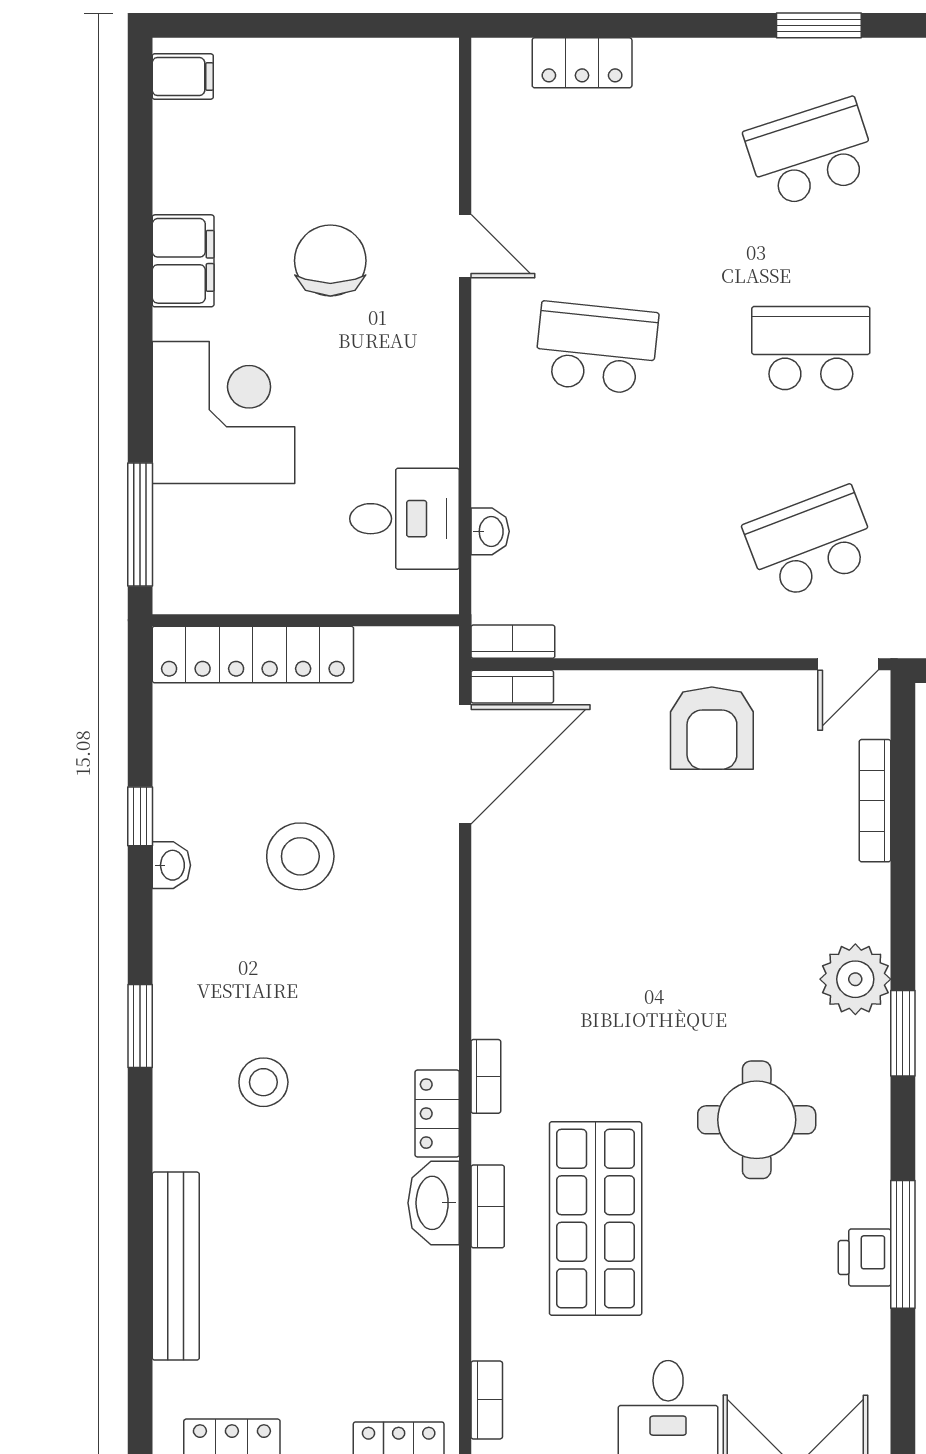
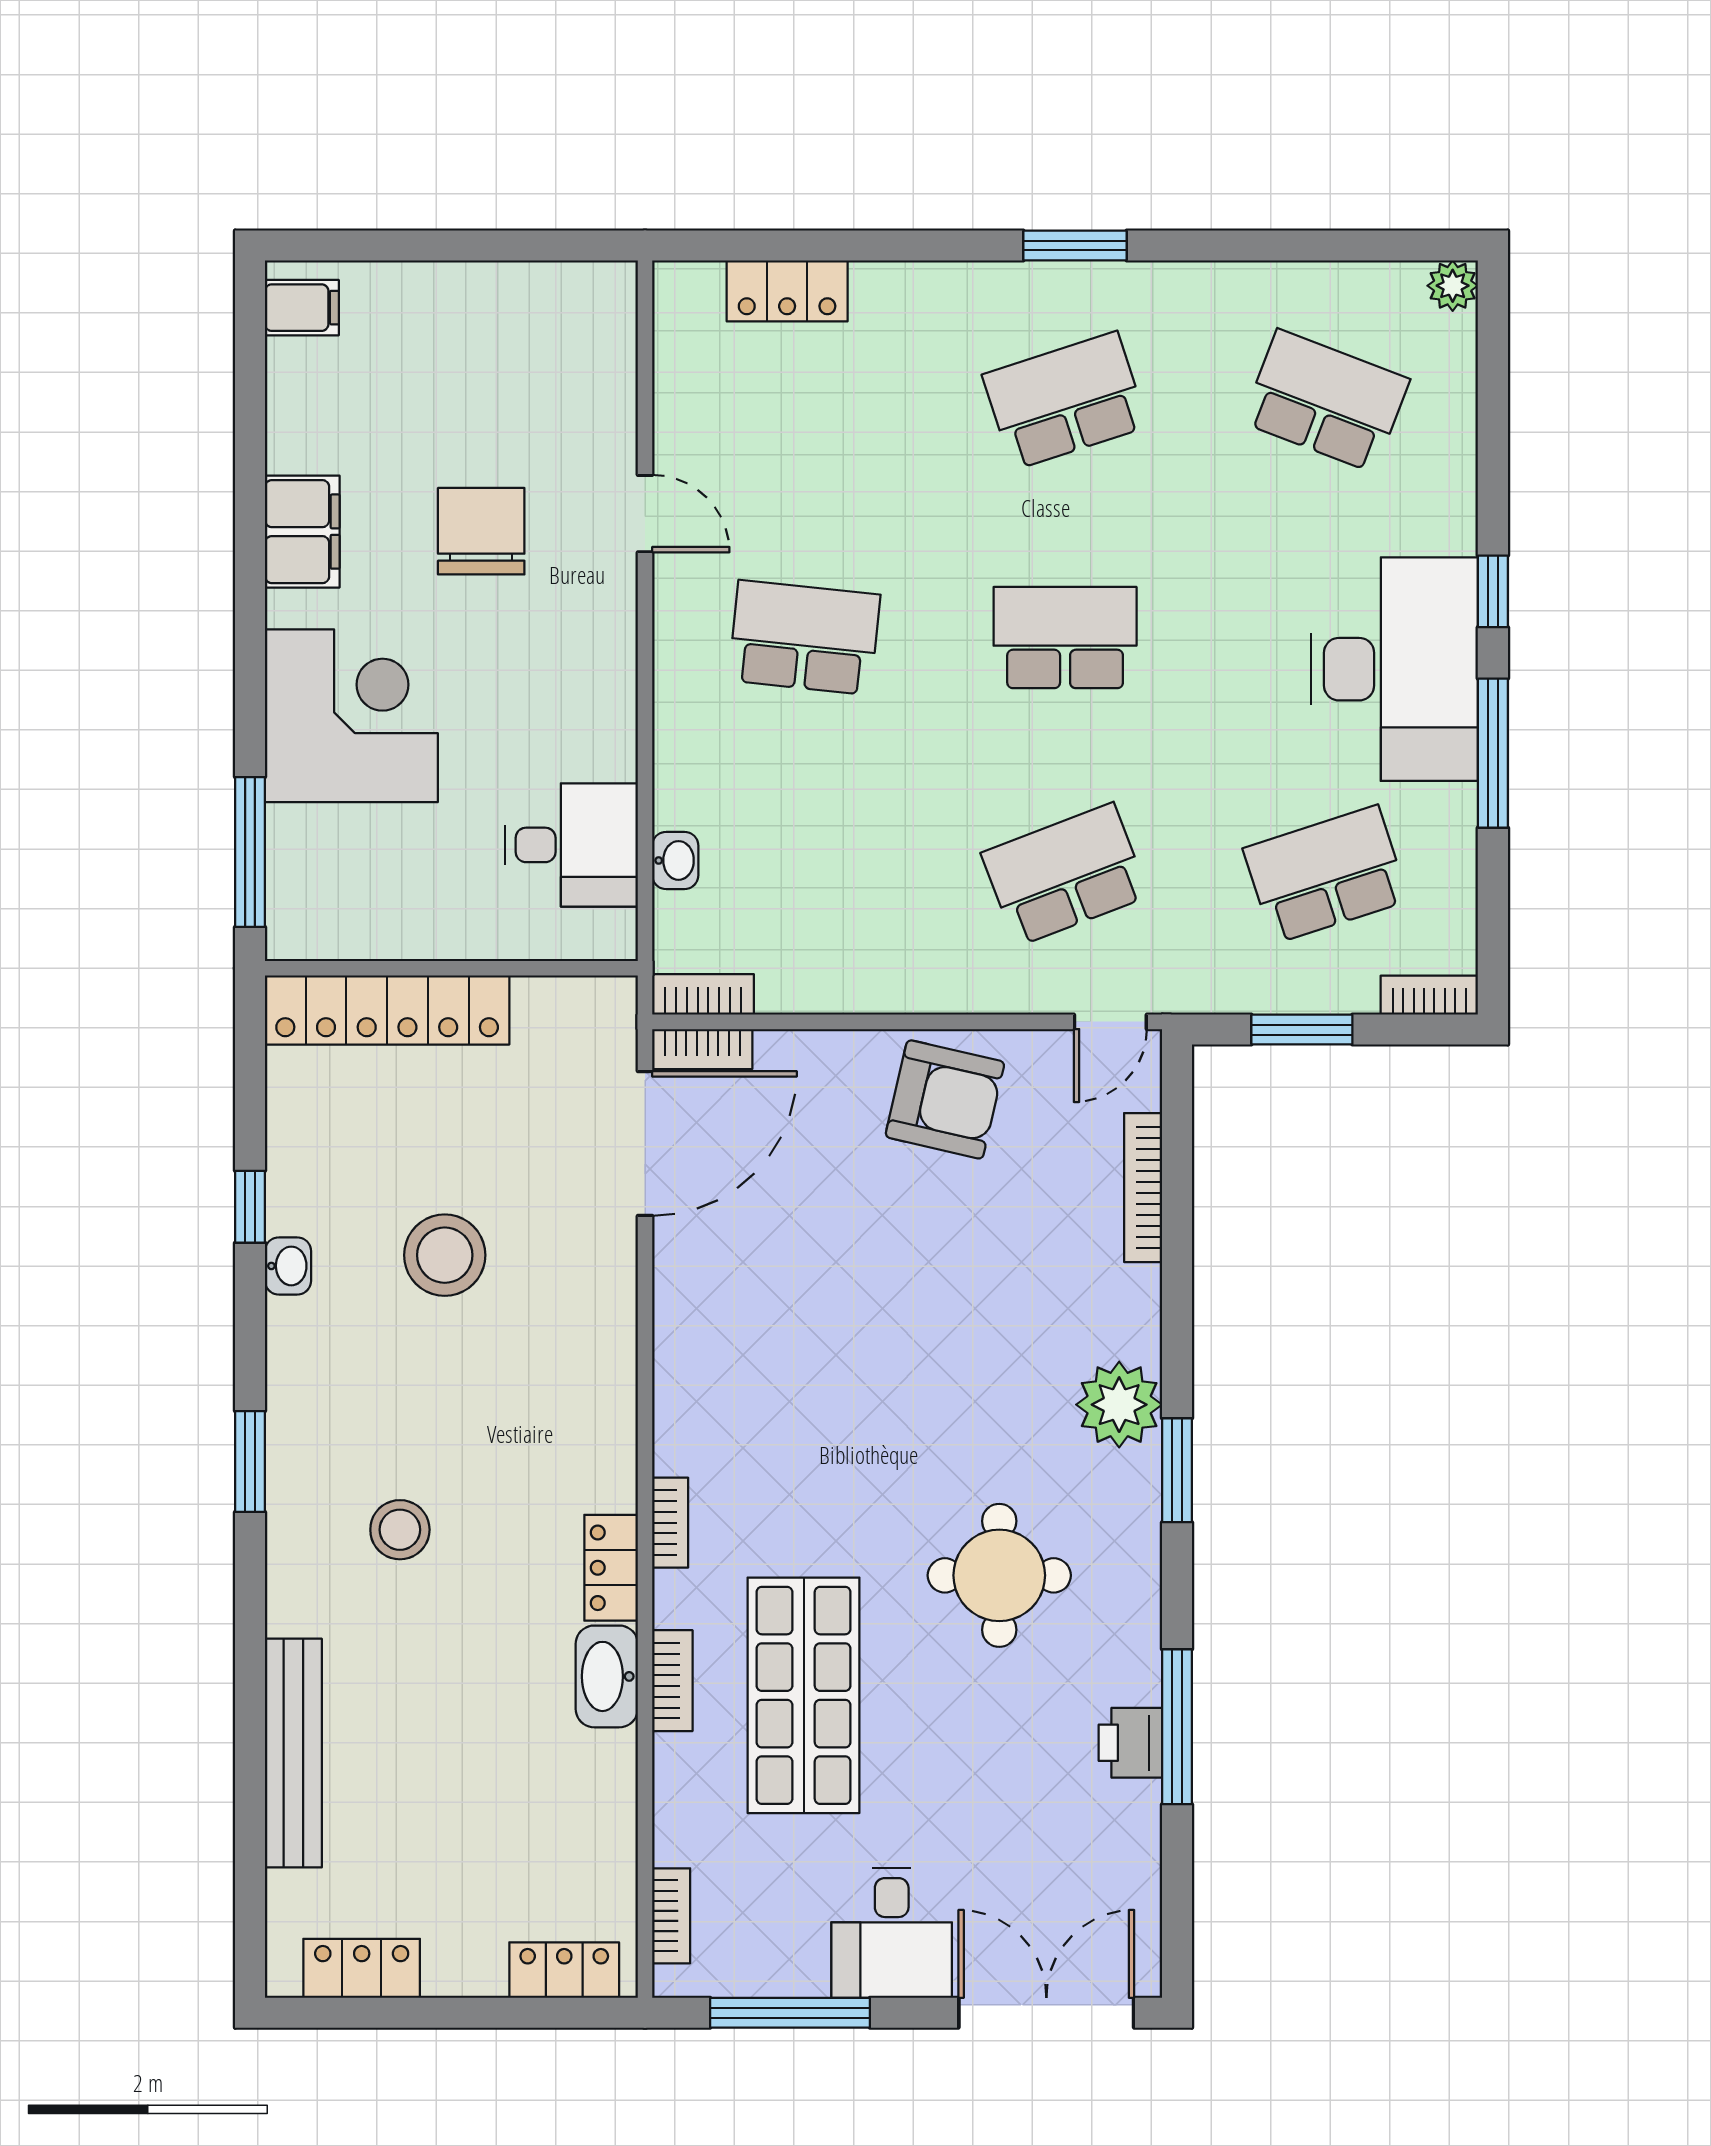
armchair: (712, 728) -> (945, 1099), turned -77

